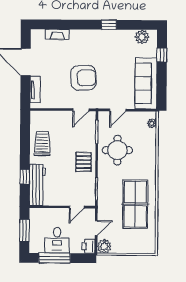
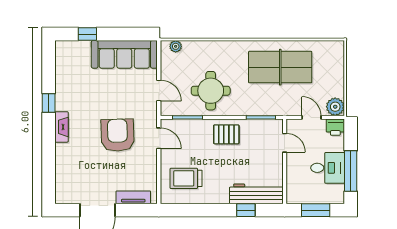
fireplace: (57, 34) -> (62, 127), moved
plant: (142, 37) -> (64, 60), removed
trolley: (42, 144) -> (186, 178), moved

